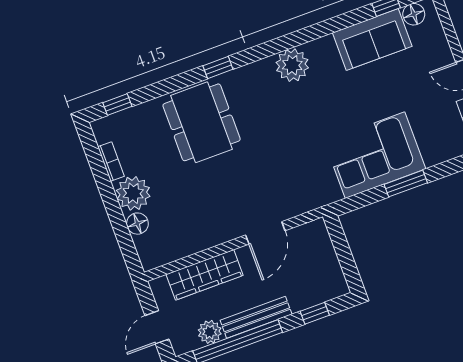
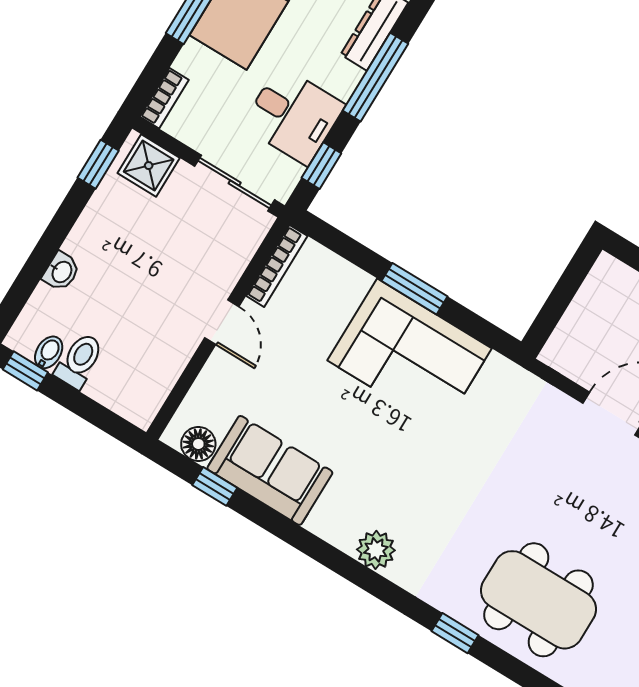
plant: (292, 65) -> (376, 550), width x0.73, depth x0.73
dining table: (202, 122) -> (538, 600), turned 90

